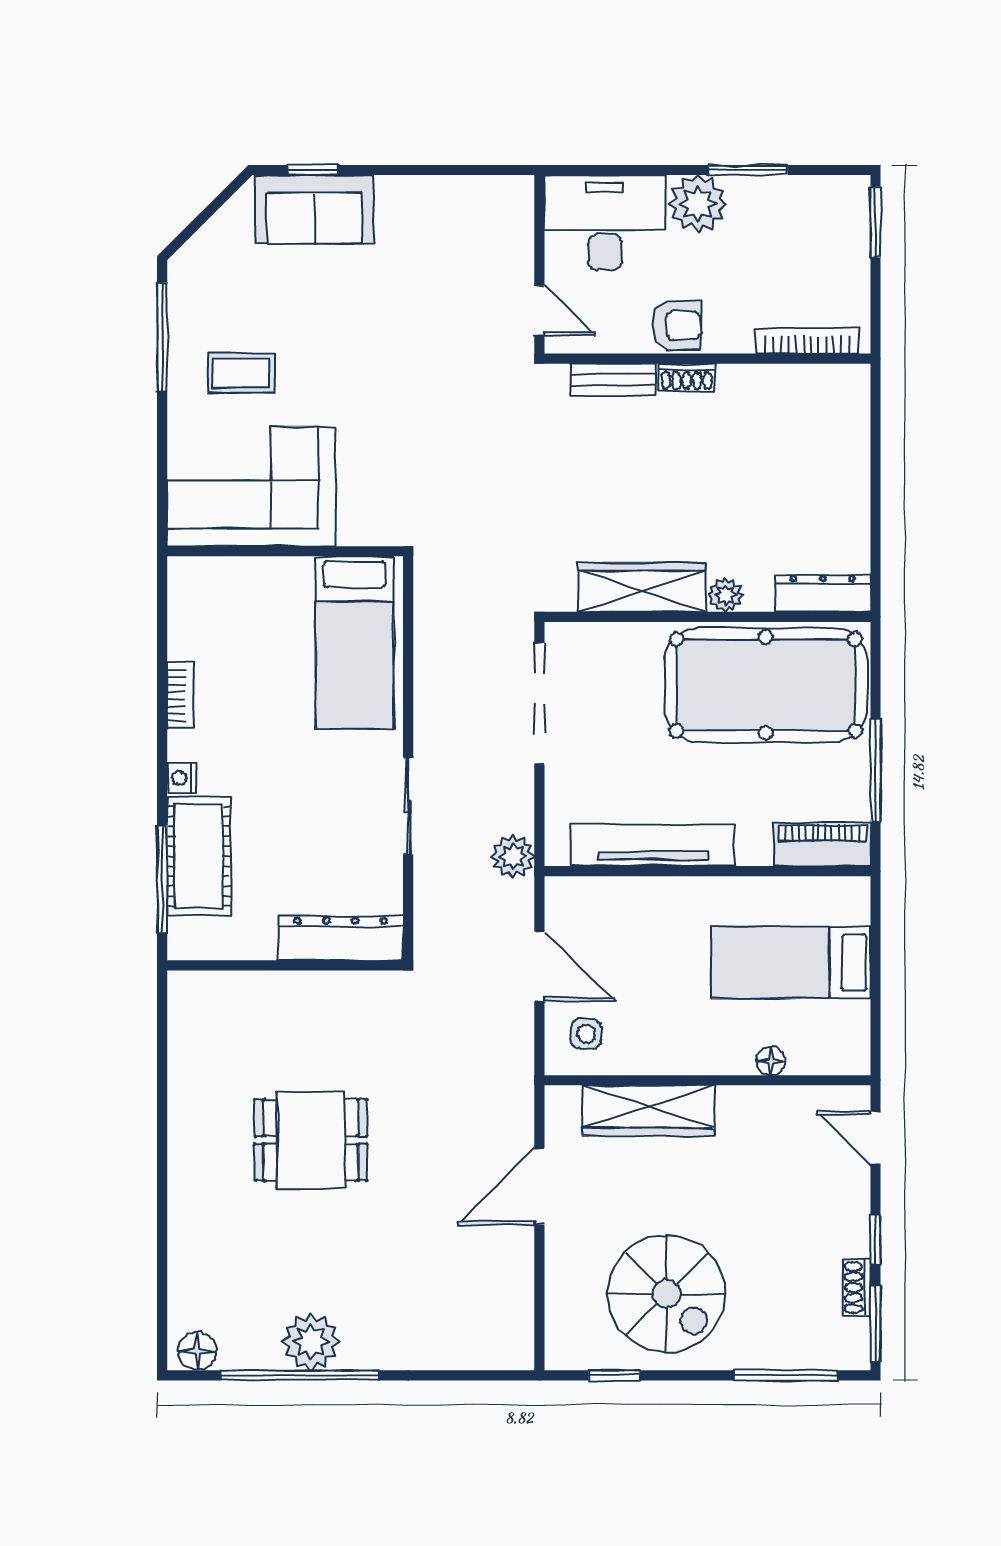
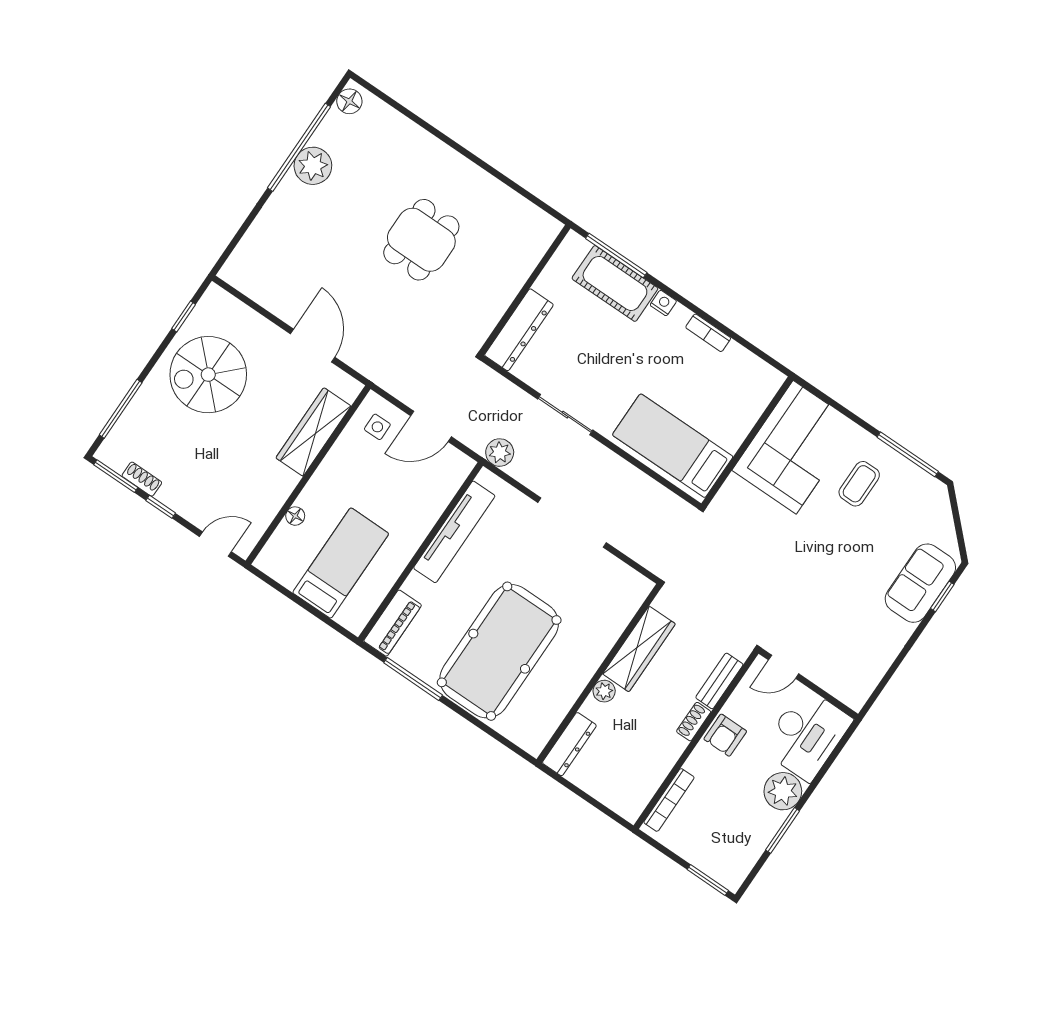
wardrobe: (642, 587) -> (639, 649), moved
dresser: (823, 593) -> (569, 744), moved
plant: (726, 595) -> (604, 691), moved
wall: (707, 617) -> (599, 673), moved

